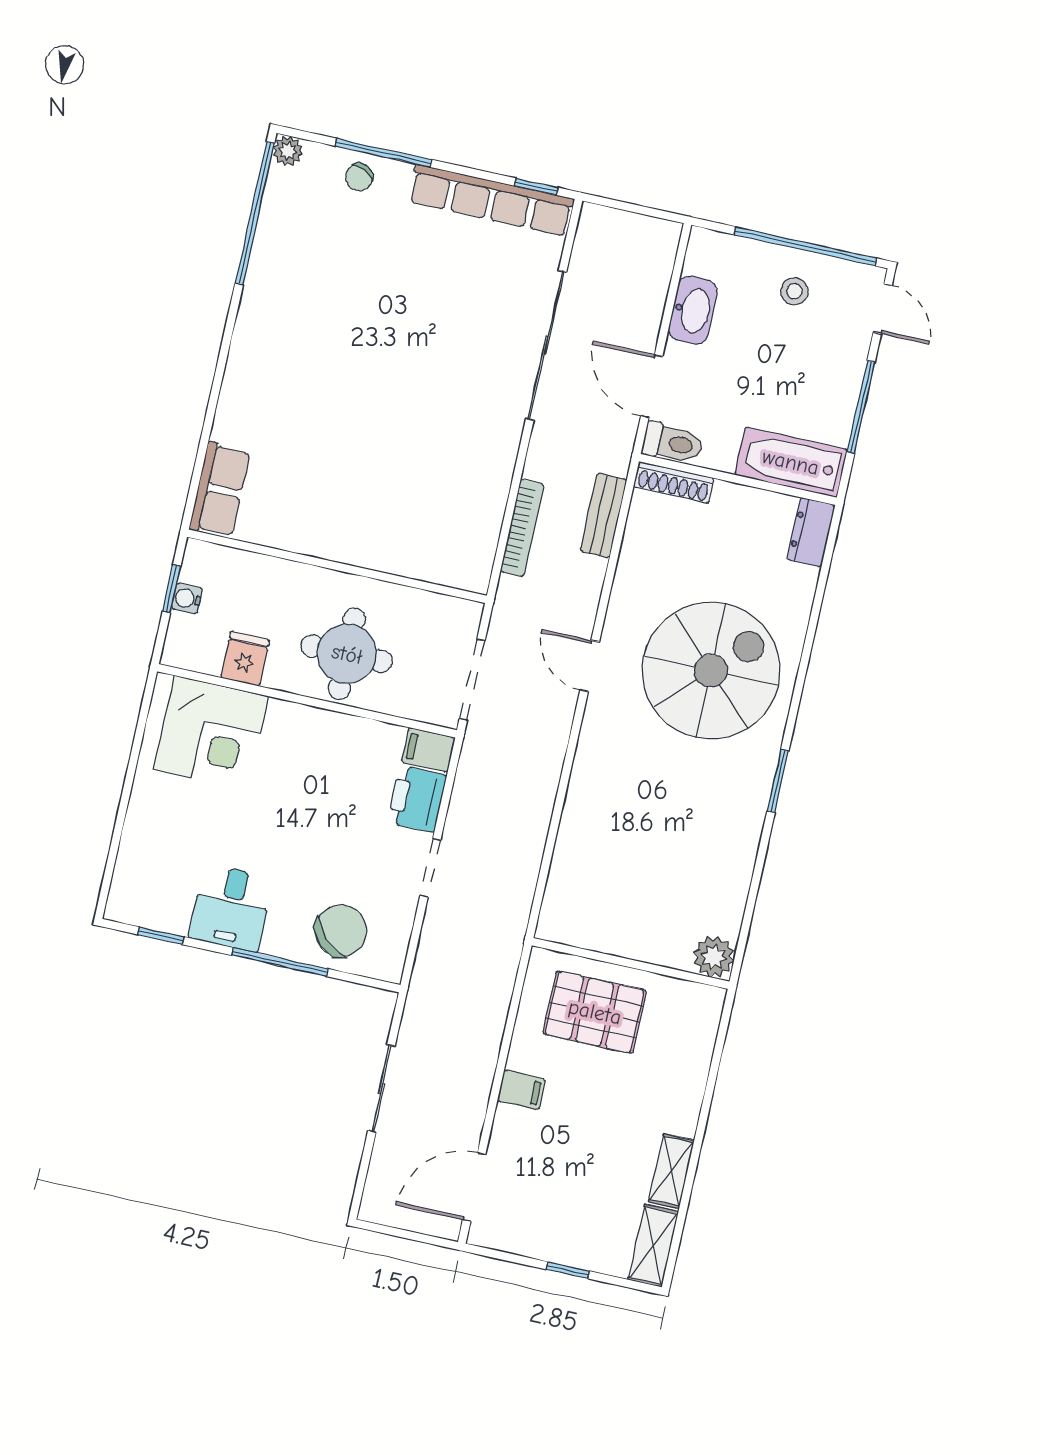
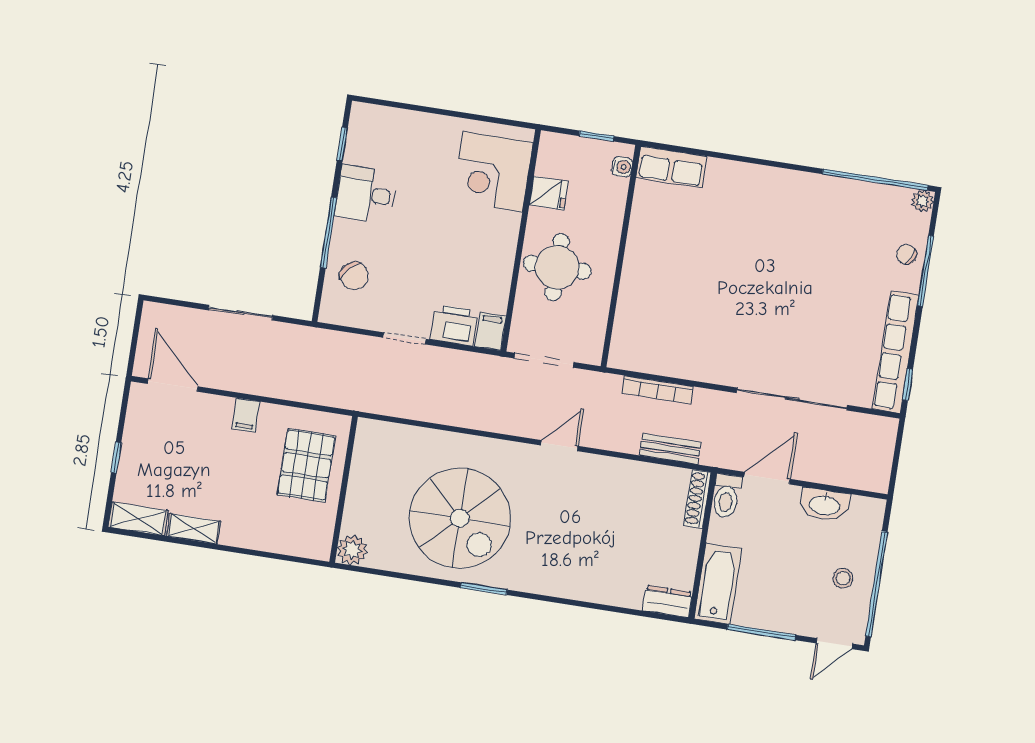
water cooler: (187, 598) -> (622, 167), moved, turned 90
spiral stairs: (711, 671) -> (460, 518), moved
chair: (341, 931) -> (354, 276), width x0.73, depth x0.73

